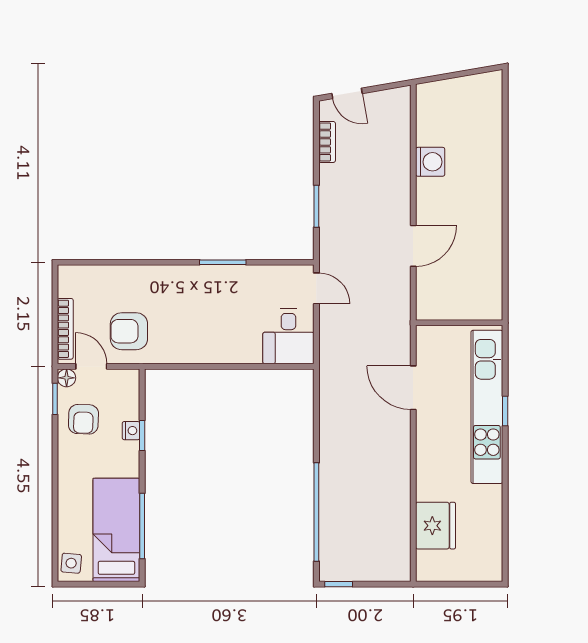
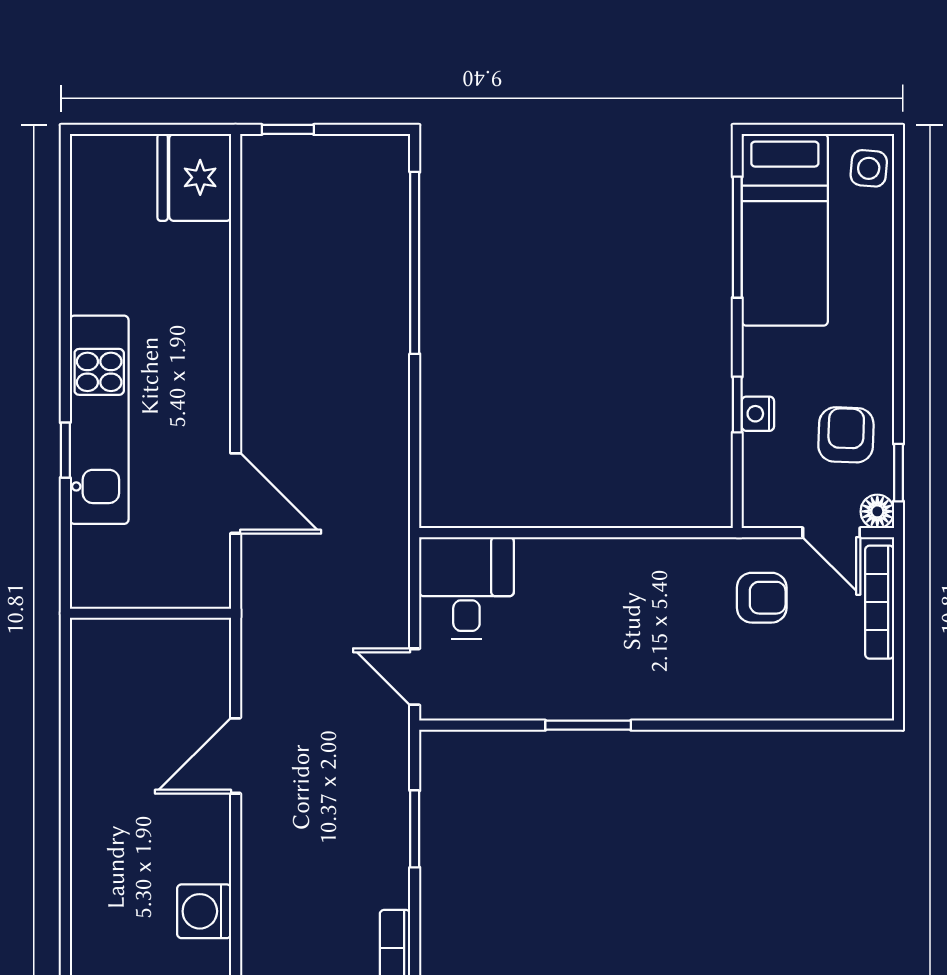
armchair: (129, 331) -> (762, 598), width x0.72, depth x0.72
kitchen unit: (487, 407) -> (99, 420), width x0.73
fridge: (435, 526) -> (194, 177), moved
window: (339, 584) -> (288, 129), moved

